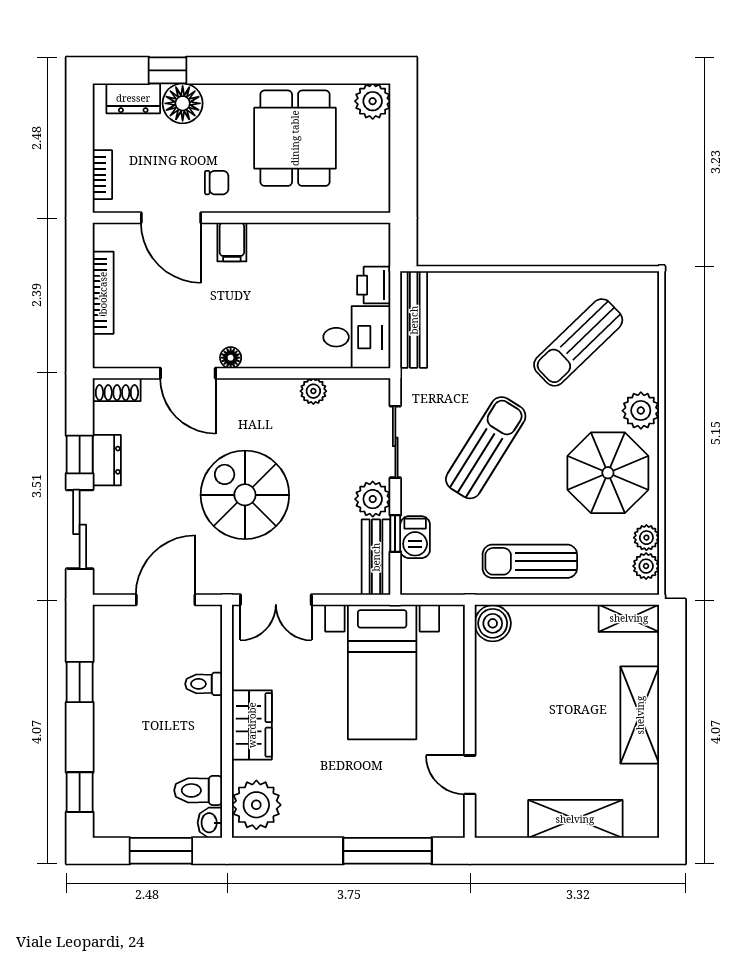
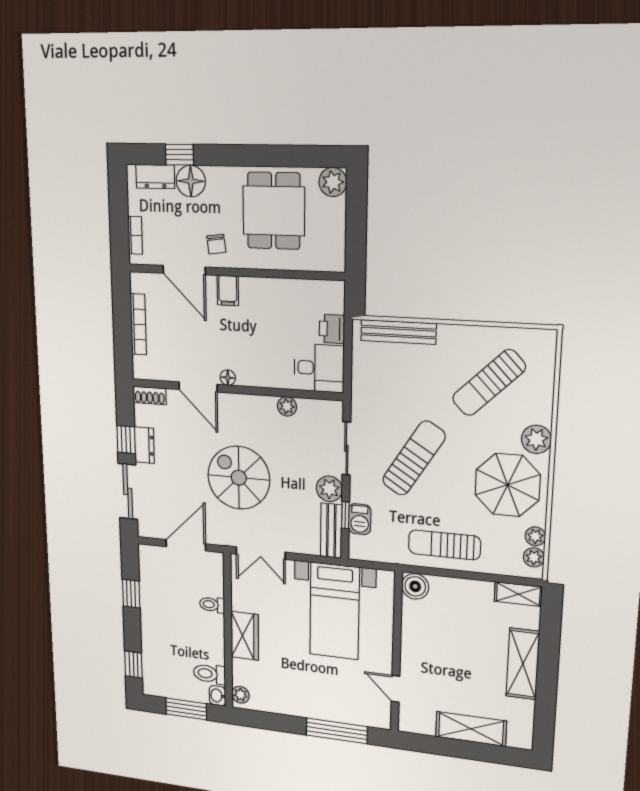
chair: (217, 183) -> (216, 244), turned 83
bench: (414, 320) -> (398, 332), moved, turned 90
plant: (256, 805) -> (240, 695), width x0.53, depth x0.53

